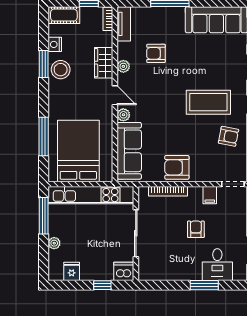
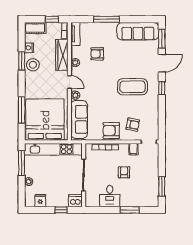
wardrobe: (104, 63) -> (62, 55), width x1.50
armchair: (228, 136) -> (133, 125), moved
bed: (78, 151) -> (45, 120), width x1.36
desk: (217, 265) -> (110, 196), moved

